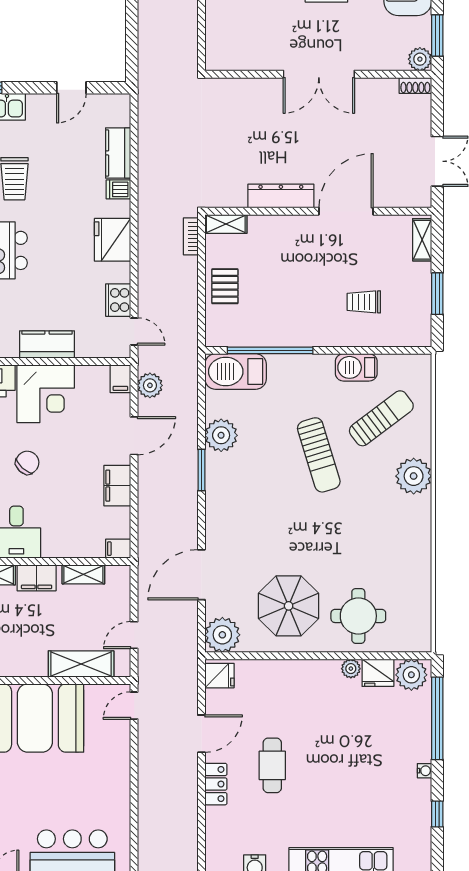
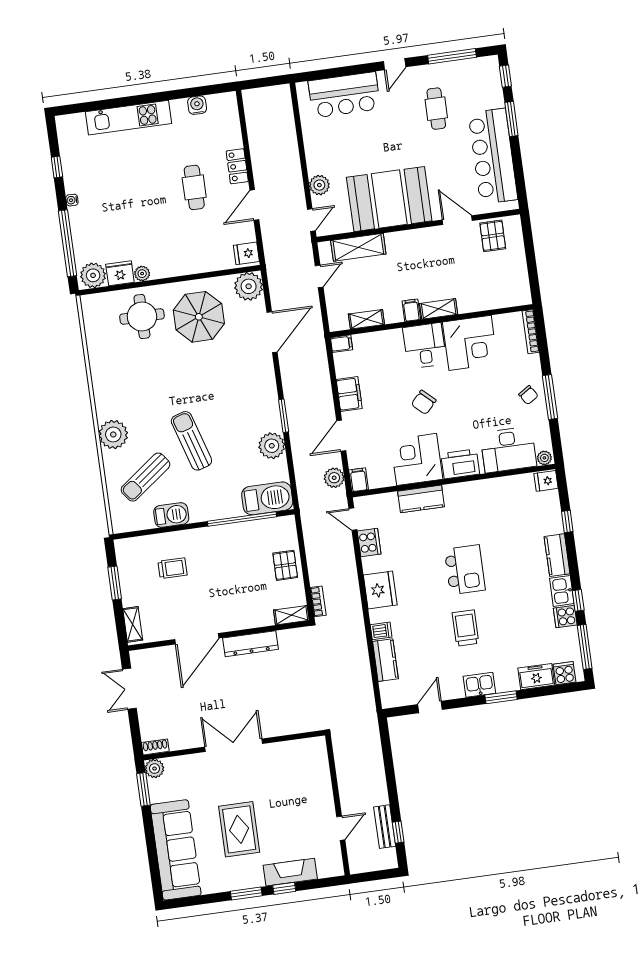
filing cabinet: (37, 578) -> (411, 310), width x0.50
plant: (118, 747) -> (319, 185), added

